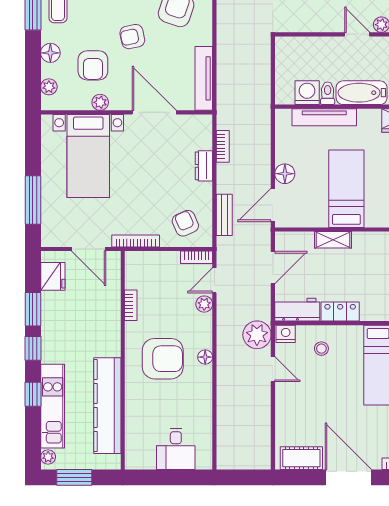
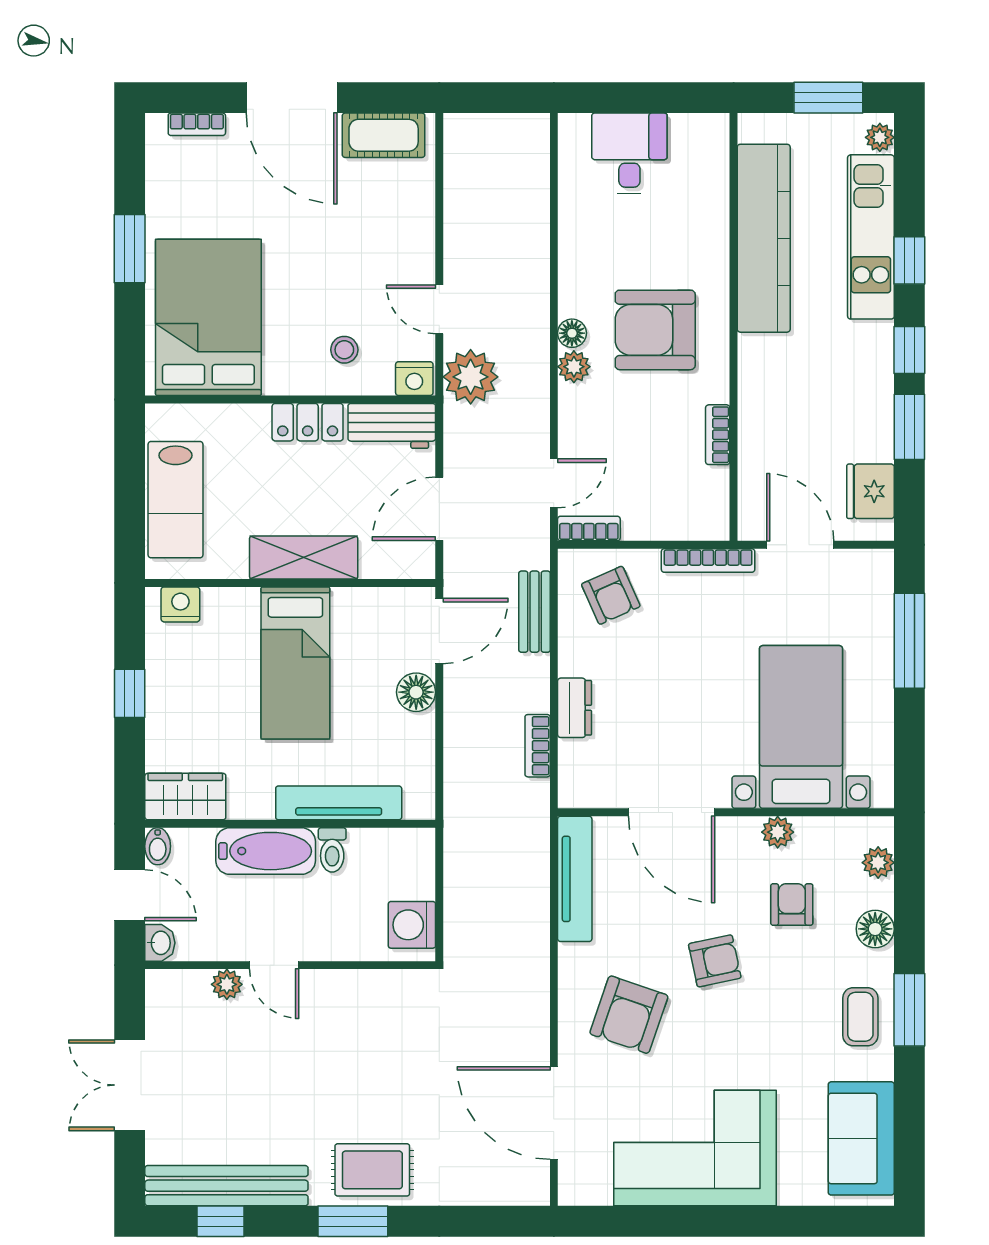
armchair: (93, 65) -> (792, 904), width x0.72, depth x0.72
washing machine: (307, 93) -> (412, 925), moved, turned 90
shelving: (333, 240) -> (304, 558), width x1.50, depth x1.33
plant: (204, 304) -> (574, 367), moved

